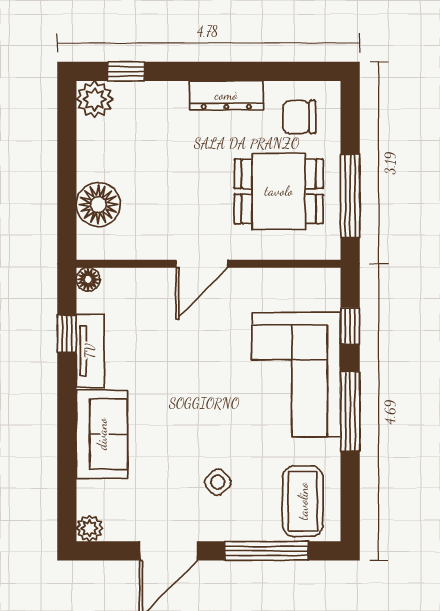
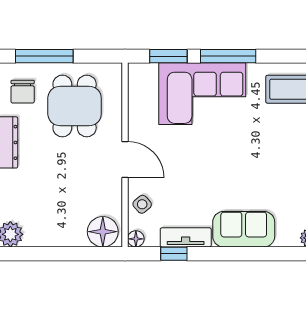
window: (350, 196) -> (44, 56), moved
floor lamp: (98, 204) -> (103, 232), moved
window: (350, 326) -> (168, 56), width x1.50
side table: (218, 482) -> (142, 204), moved

